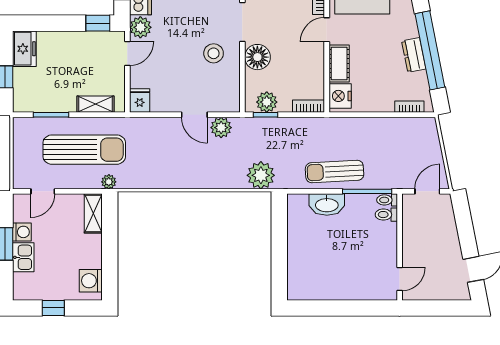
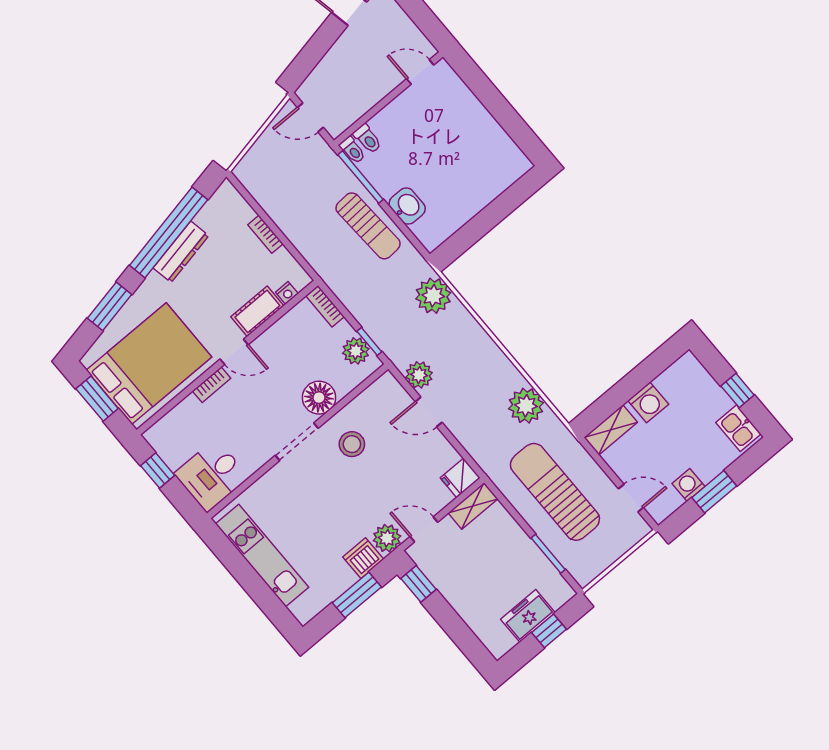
freezer: (24, 49) -> (528, 616), moved
dresser: (414, 55) -> (181, 252), width x1.44
nightstand: (340, 96) -> (287, 293), width x0.53, depth x0.56
shelving: (96, 104) -> (473, 506), moved, turned 90
bookcase: (409, 107) -> (265, 234), moved
door: (194, 115) -> (429, 412), swing flipped
plant: (109, 182) -> (526, 406), moved, width x1.87, depth x1.87
washbasin: (327, 205) -> (407, 206), width x0.72
kitchen sink: (23, 257) -> (738, 428), moved, turned -90
washing machine: (91, 281) -> (648, 402), moved

